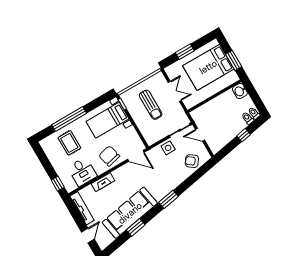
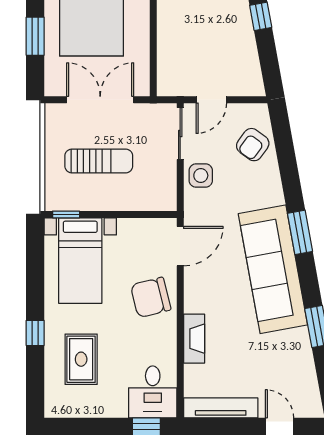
double door: (175, 91) -> (100, 100), width x1.37
window: (69, 119) -> (35, 333), width x0.32
rug: (69, 143) -> (81, 359), turned 90
desk: (82, 172) -> (153, 392), moved, turned 90
sofa: (130, 213) -> (273, 269), moved

